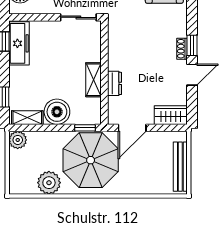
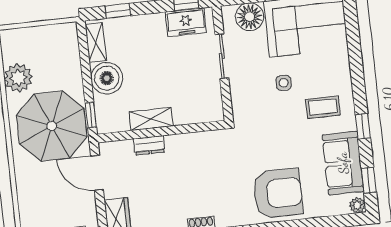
sliding door: (78, 17) -> (222, 56), moved
freezer: (19, 43) -> (186, 22), width x0.71
plant: (18, 140) -> (67, 34), removed

